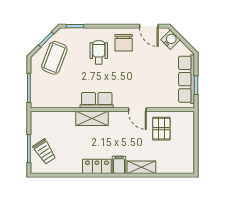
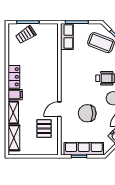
chair: (142, 75) -> (87, 113), added
row of seats: (97, 100) -> (67, 37), moved
shelving: (92, 118) -> (14, 138), moved
pallet: (161, 129) -> (44, 129), turned 90

